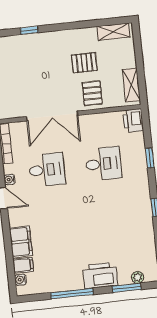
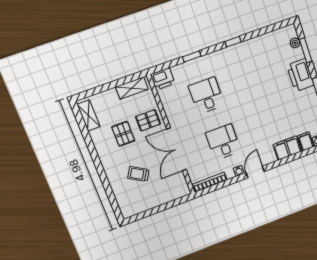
window: (29, 30) -> (108, 188), removed
trolley: (36, 67) -> (138, 174), added
double door: (52, 116) -> (177, 149), swing flipped

